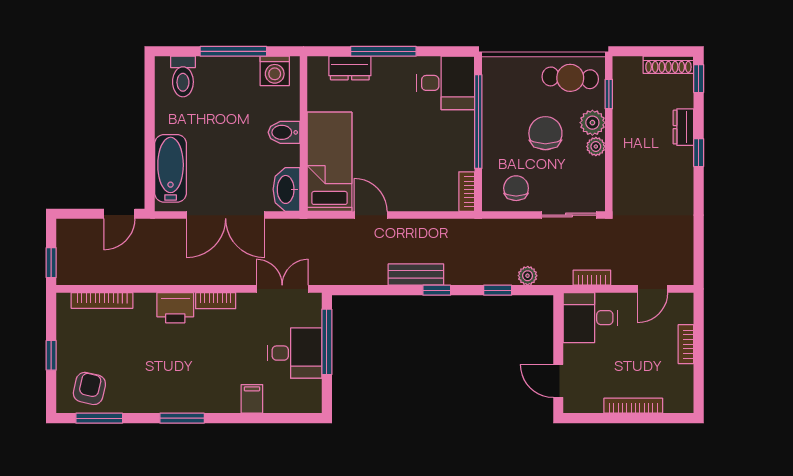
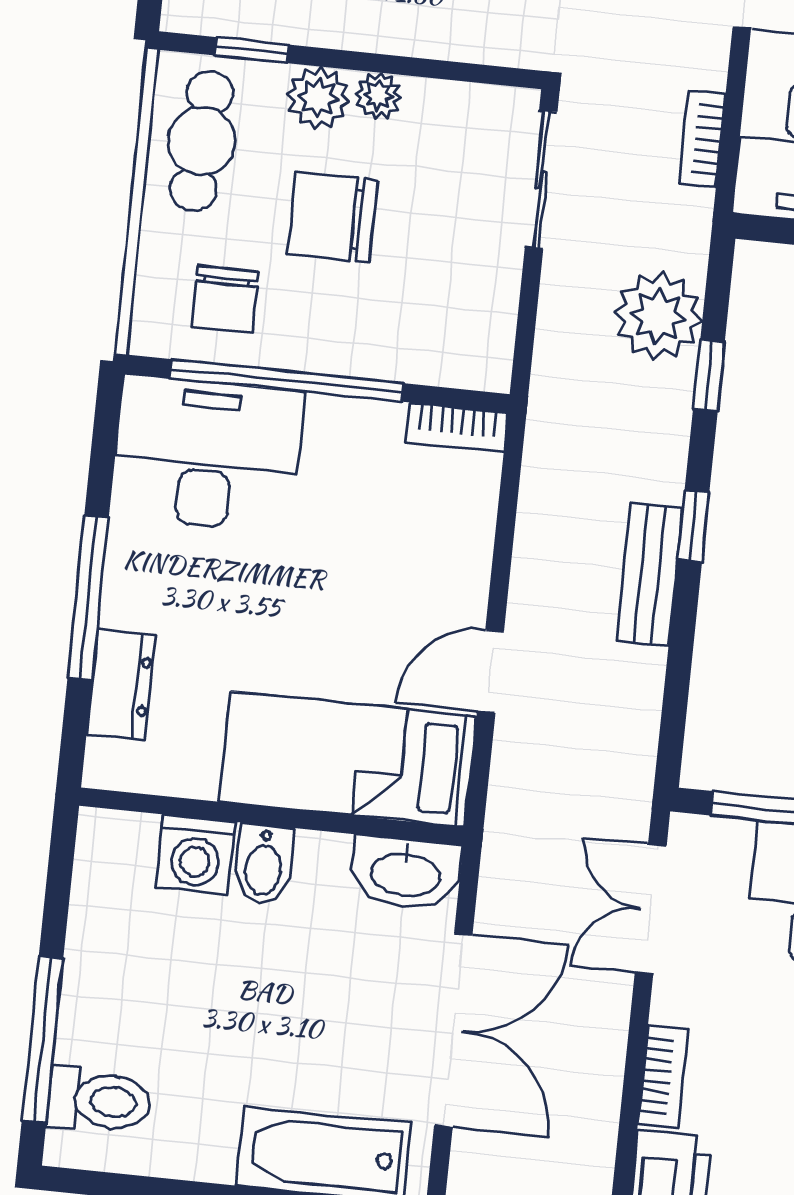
window: (233, 51) -> (42, 1039), moved
washing machine: (275, 71) -> (196, 854), moved, turned 90
desk: (446, 83) -> (207, 454), width x1.37
chair: (516, 188) -> (225, 300), moved, turned -90
plant: (528, 276) -> (658, 316), width x1.87, depth x1.87

